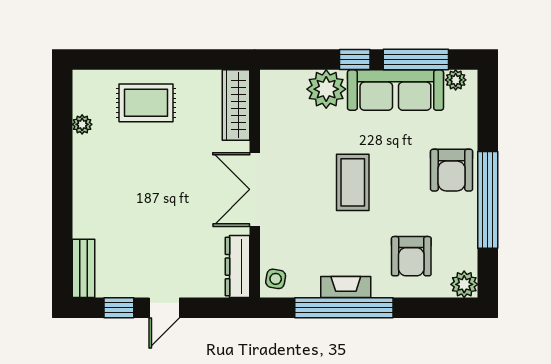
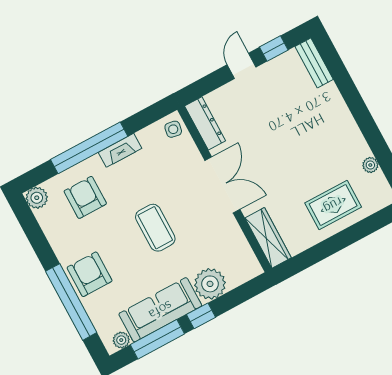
window: (488, 200) -> (71, 302), moved
window: (344, 308) -> (89, 148), moved

